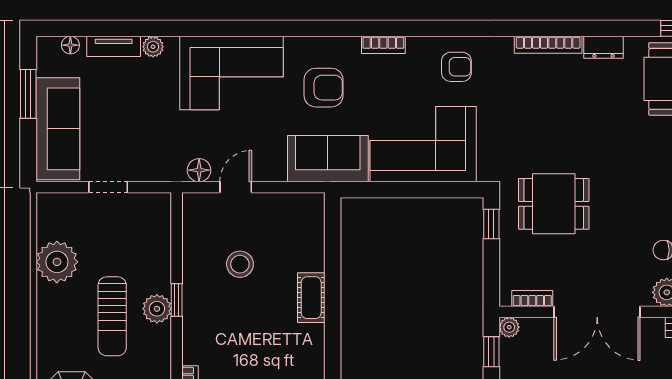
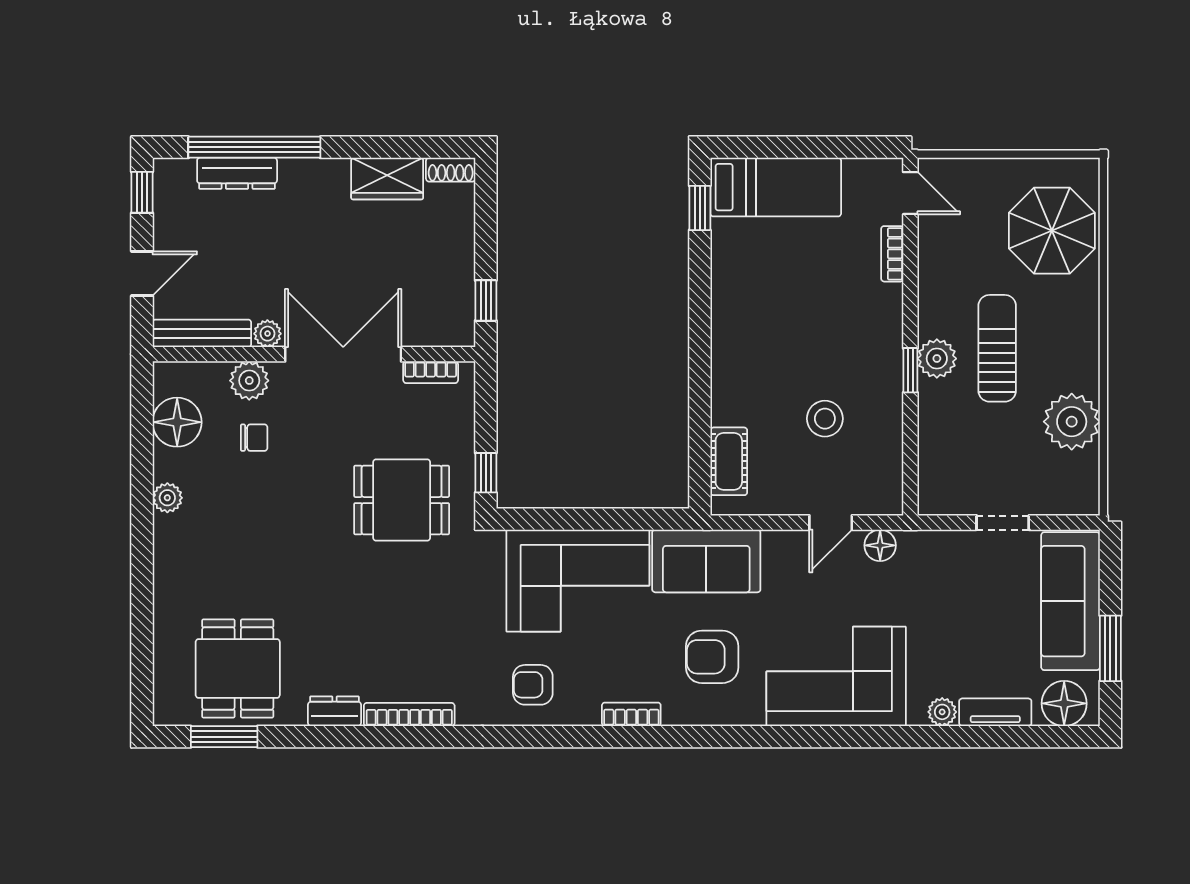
floor lamp: (70, 45) -> (1064, 703), width x1.89, depth x1.89
cot: (311, 298) -> (729, 461), moved
plant: (509, 327) -> (267, 334), moved

